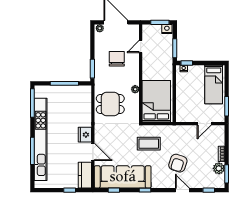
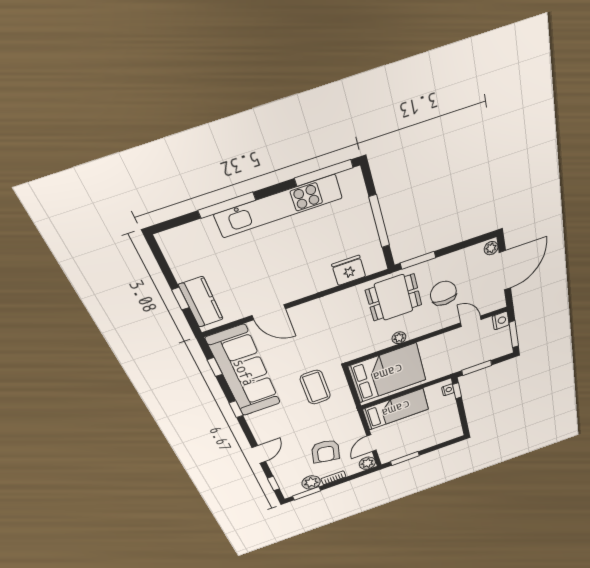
nightstand: (167, 29) -> (501, 321), moved
chair: (117, 59) -> (443, 293), turned -90
bed: (214, 84) -> (396, 409), moved, turned 180
dining table: (110, 104) -> (394, 298), moved, turned 90
door: (204, 124) -> (372, 443), hinge flipped
plant: (219, 130) -> (367, 463), added
fridge: (85, 135) -> (349, 270), moved
kitchen unit: (41, 139) -> (279, 206), width x0.73
door: (93, 152) -> (269, 312), hinge flipped
armchair: (178, 163) -> (326, 451), moved, turned -96
kitchen counter: (85, 175) -> (201, 302), moved, turned 90

